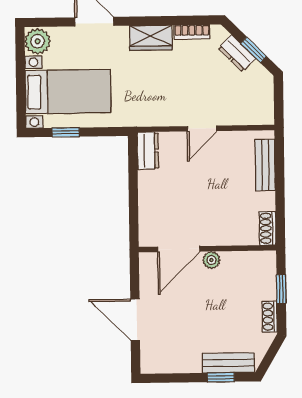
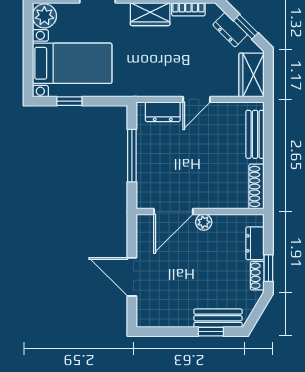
wardrobe: (260, 102) -> (251, 75), added
dresser: (148, 151) -> (163, 112), moved, turned 90
window: (133, 190) -> (132, 156), added
shoe rack: (268, 228) -> (257, 187), width x1.43
dresser: (267, 282) -> (255, 243), added
window: (281, 289) -> (268, 268), moved

